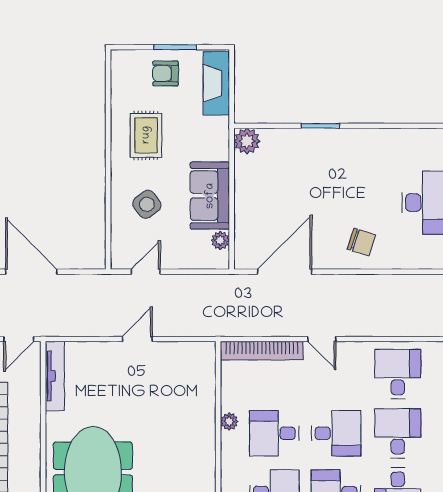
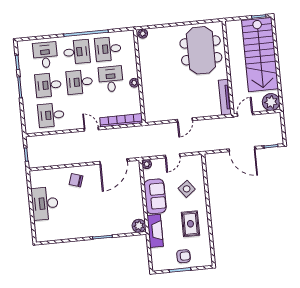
fireplace: (216, 83) -> (155, 231), moved
plant: (220, 240) -> (147, 164), moved
door: (146, 272) -> (173, 156), moved
desk: (398, 374) -> (51, 115), turned 90
desk: (274, 433) -> (111, 79), turned -90
desk: (398, 433) -> (48, 85), turned 90

